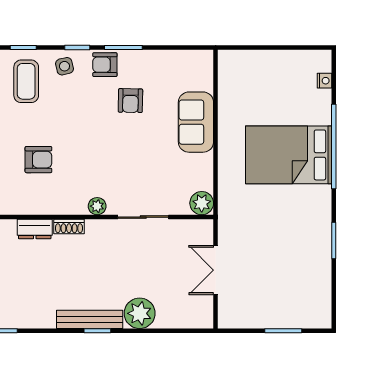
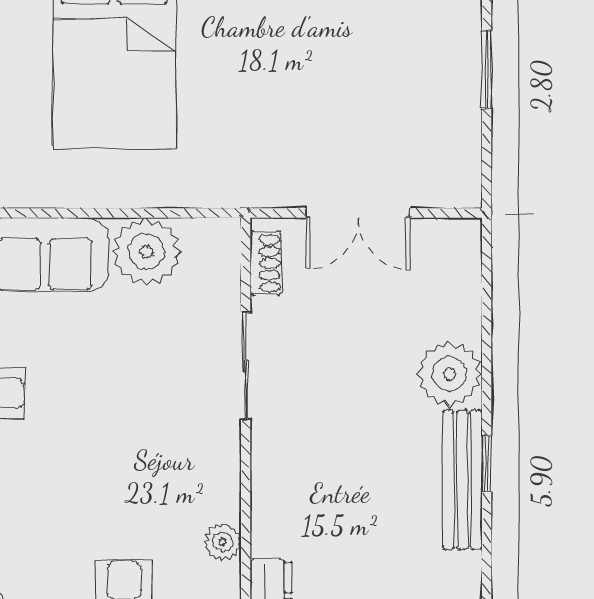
plant: (202, 203) -> (146, 251), moved, width x1.36, depth x1.36
plant: (97, 206) -> (223, 542), moved
shoe rack: (69, 227) -> (266, 263), moved

